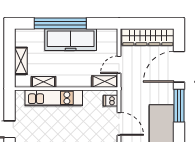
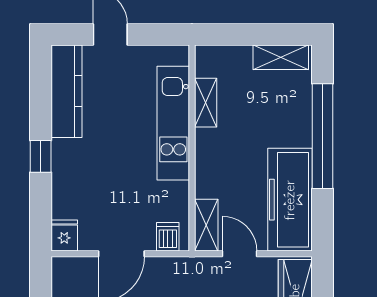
freezer: (71, 40) -> (290, 200), moved
shelving: (21, 61) -> (281, 57), moved

